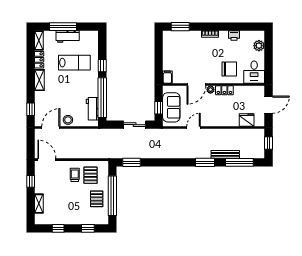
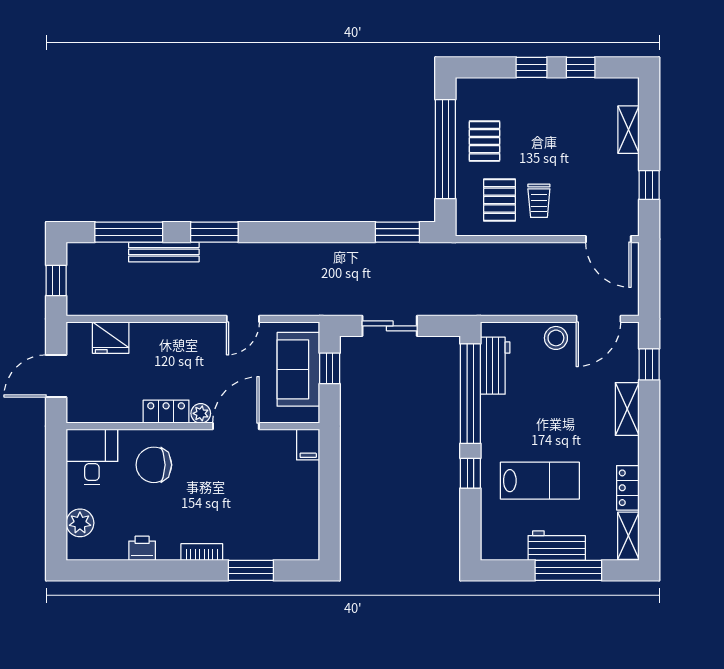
window: (180, 27) -> (251, 570), moved
lab bench: (74, 63) -> (540, 481), turned 180
shelving: (39, 80) -> (627, 409), moved
window: (88, 228) -> (532, 67), moved

